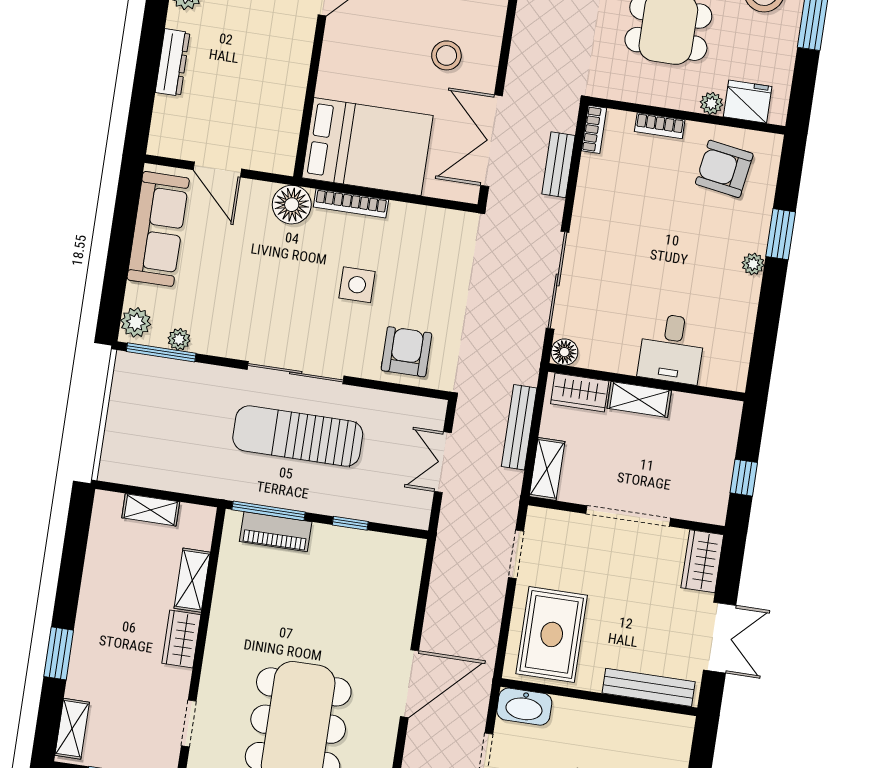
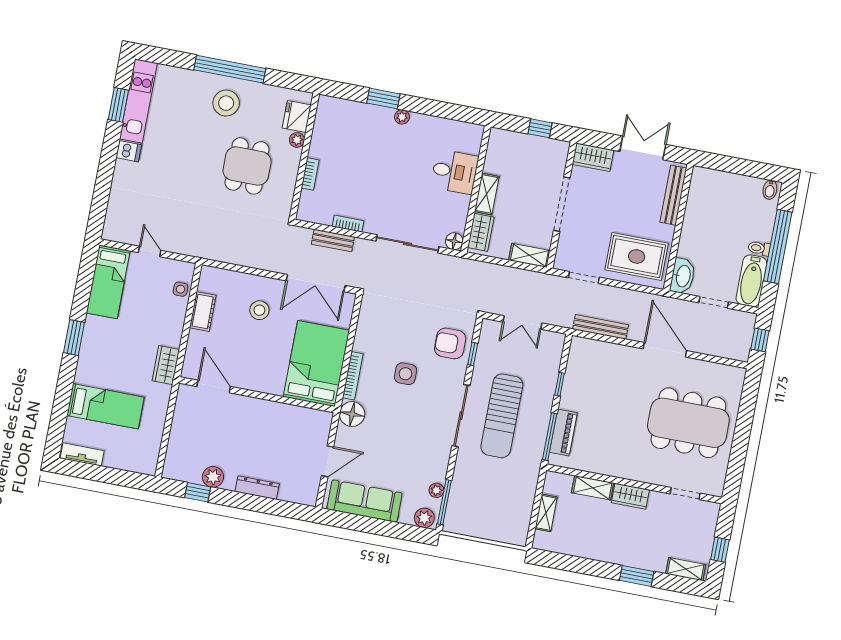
bookcase: (594, 129) -> (348, 224), moved
armchair: (724, 169) -> (340, 133), removed
window: (392, 387) -> (473, 354), added
bench: (519, 427) -> (601, 327), moved

